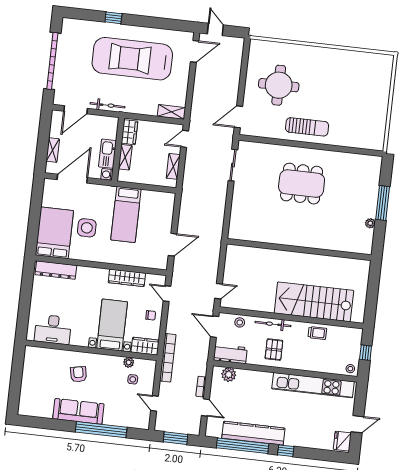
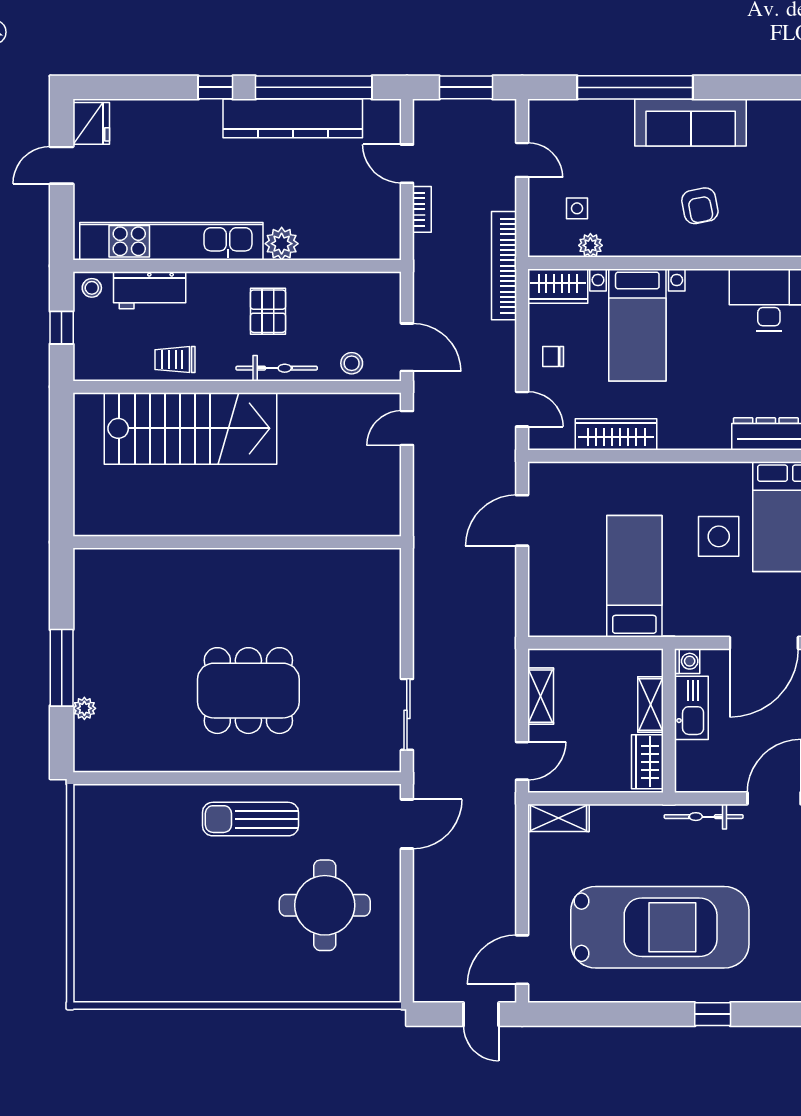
plant: (370, 223) -> (84, 708), moved
workbench: (230, 354) -> (150, 290), moved
plant: (229, 375) -> (282, 244), moved

